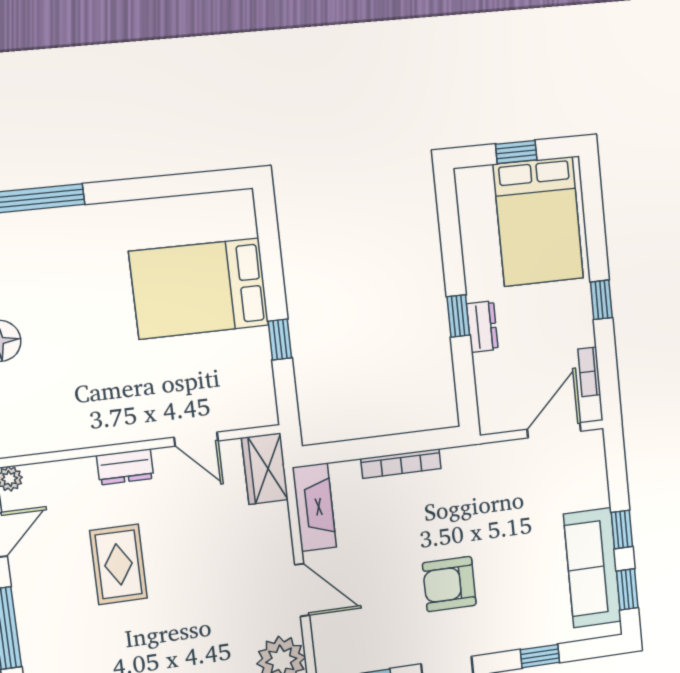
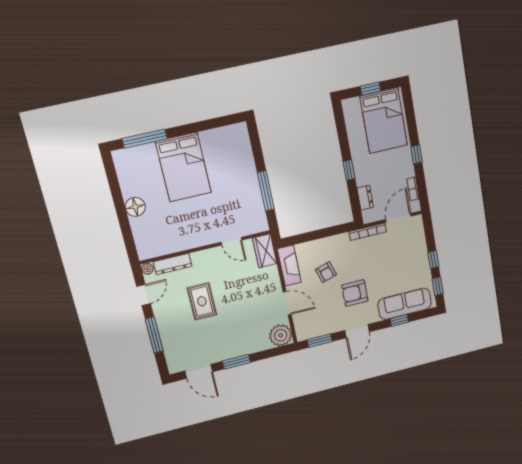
bed: (199, 289) -> (183, 167), moved, turned -90
dresser: (482, 327) -> (365, 198), moved
window: (280, 339) -> (266, 191), width x2.17
bookcase: (401, 464) -> (368, 232), moved
dresser: (125, 467) -> (173, 264), moved, width x1.44
armchair: (392, 531) -> (326, 272), added
sofa: (592, 568) -> (405, 304), moved, turned 90

